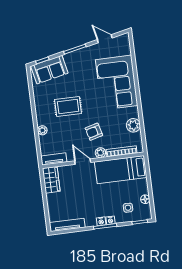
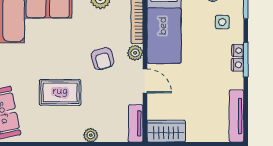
rug: (68, 107) -> (60, 92), turned 90
door: (83, 162) -> (145, 81), swing flipped

